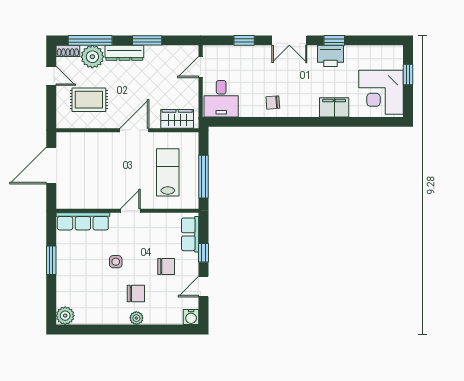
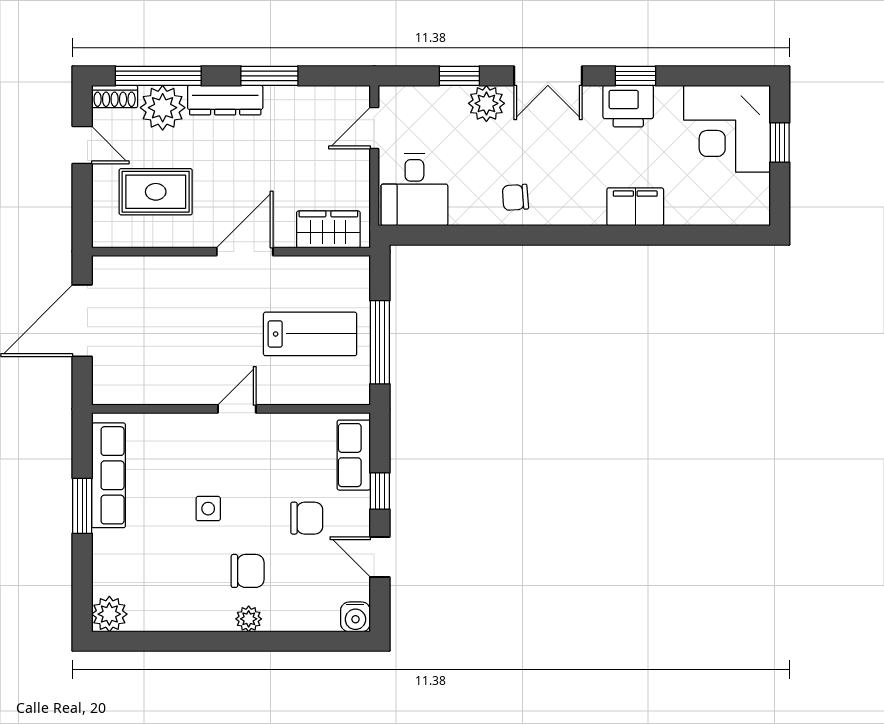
plant: (258, 55) -> (486, 103), added
corner desk: (381, 92) -> (727, 129), moved
lab bench: (168, 172) -> (310, 334), turned 90
row of seats: (83, 221) -> (108, 475), moved, turned -90
door: (204, 286) -> (380, 557), hinge flipped

